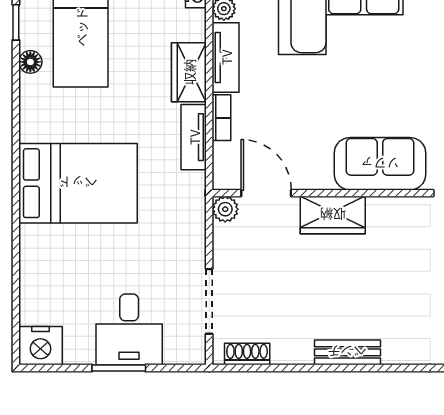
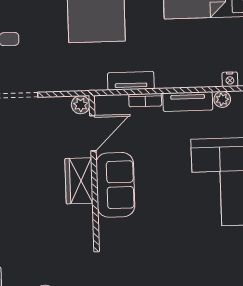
wardrobe: (189, 72) -> (177, 76), removed
sofa: (380, 164) -> (115, 185), moved

